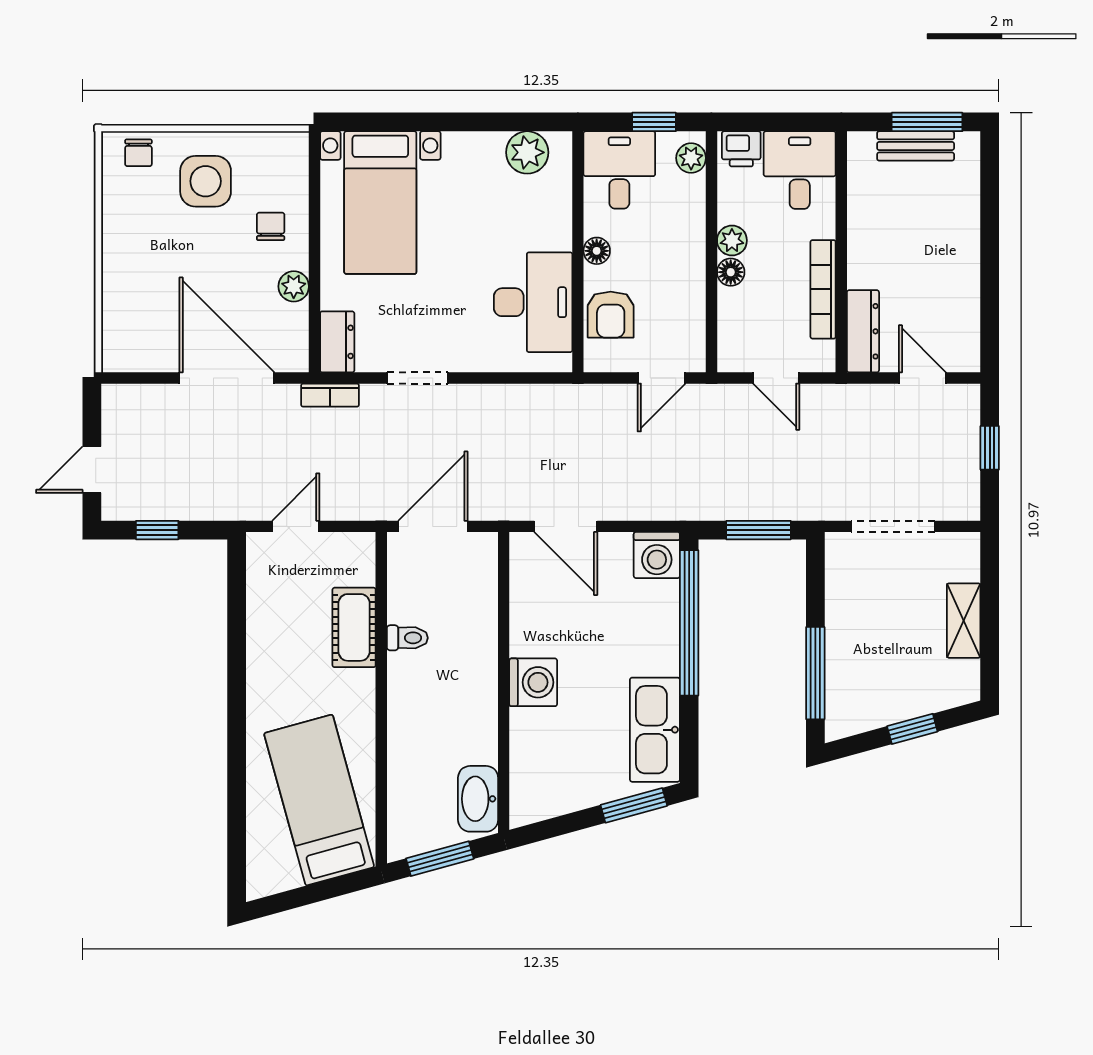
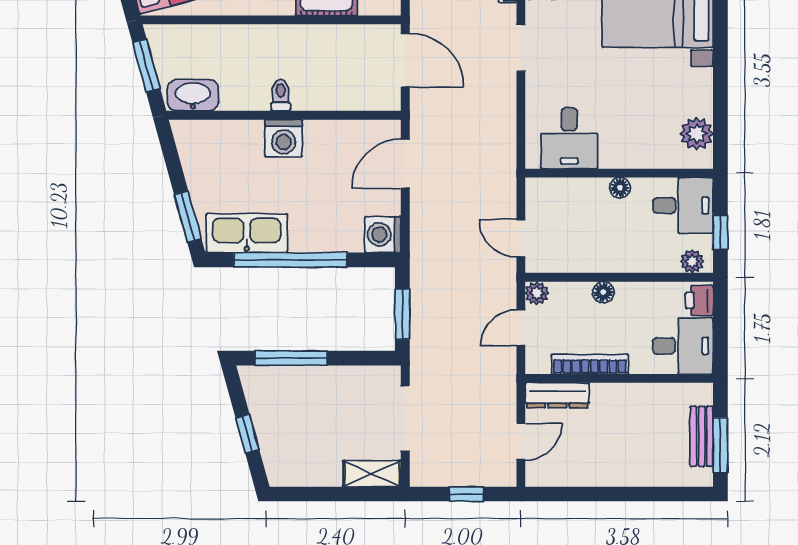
plant: (732, 240) -> (537, 293), moved
desk: (533, 302) -> (569, 138), width x0.73
armchair: (611, 315) -> (570, 199), removed
shelving: (964, 621) -> (372, 474), moved
window: (689, 623) -> (290, 260), moved
toilet: (407, 638) -> (281, 95), moved, turned 180

